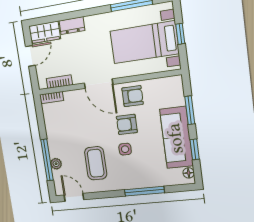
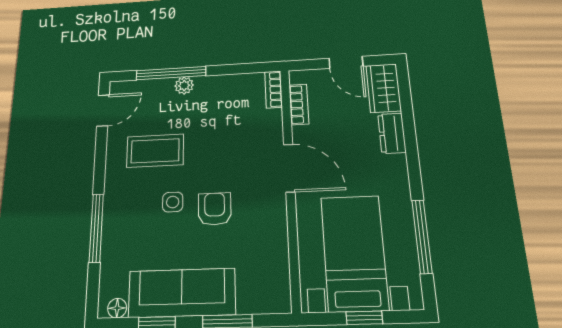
door: (99, 84) -> (289, 168), swing flipped
armchair: (133, 96) -> (262, 223), removed
plant: (56, 164) -> (184, 86), moved

